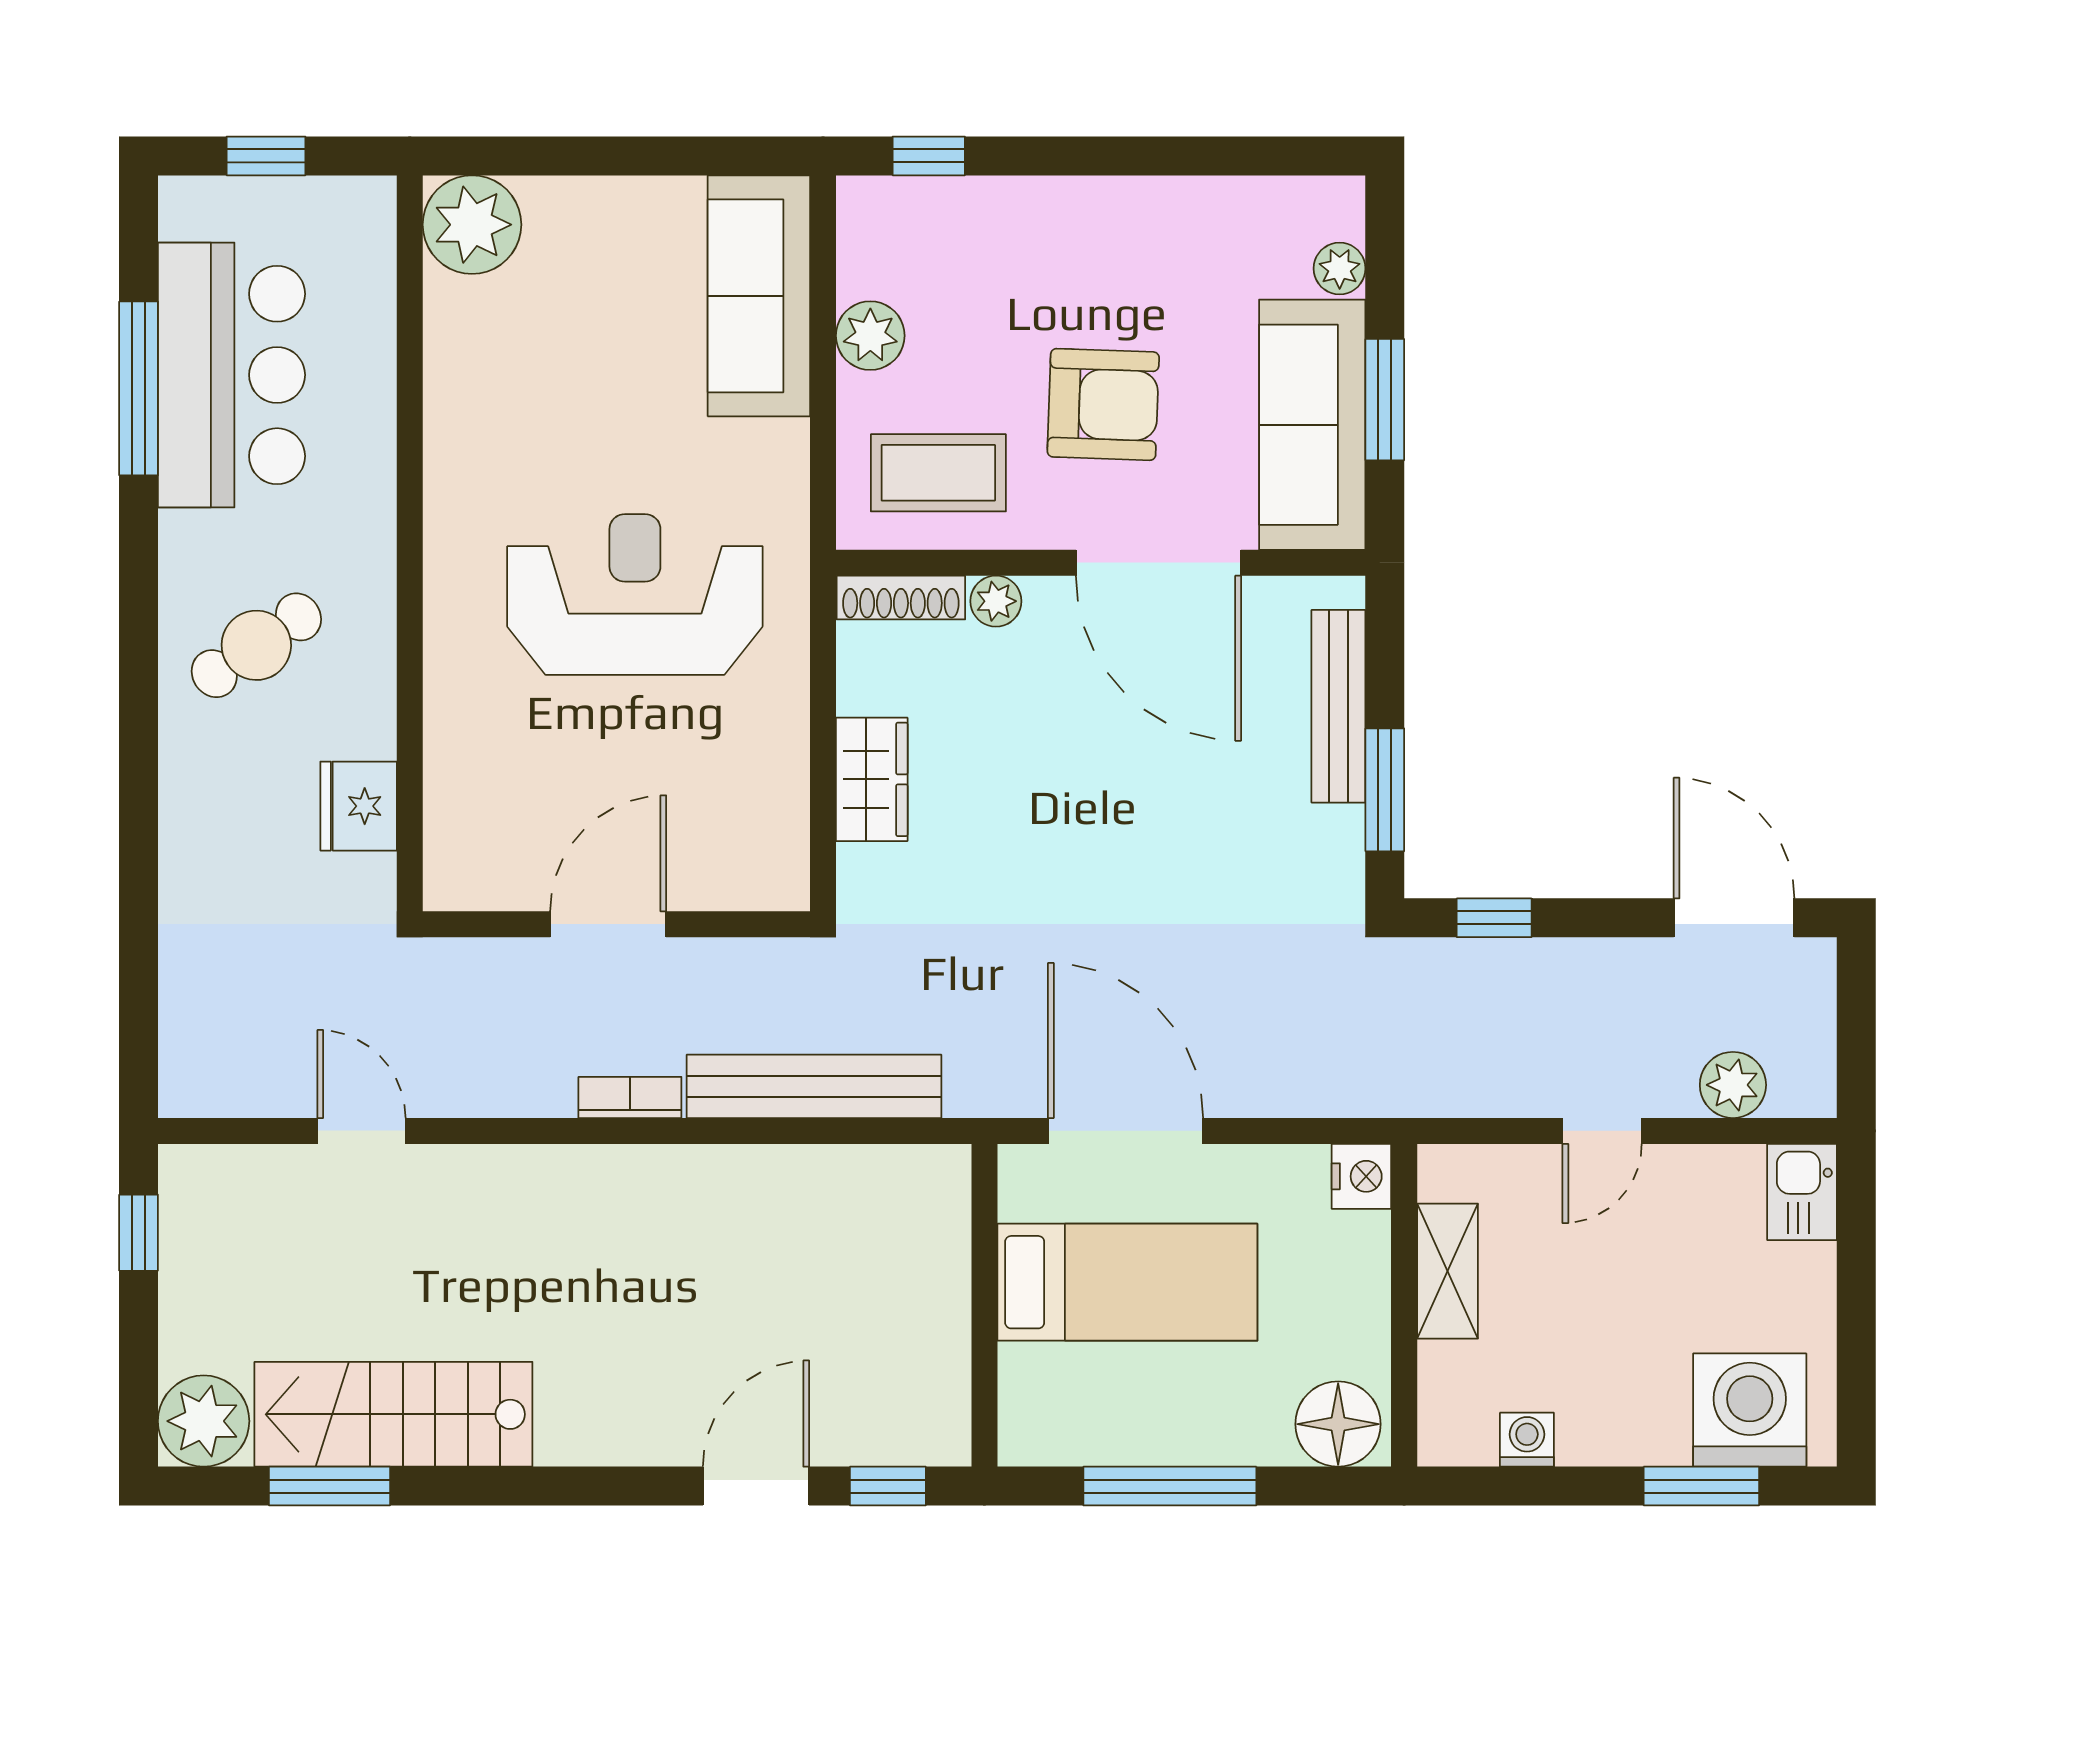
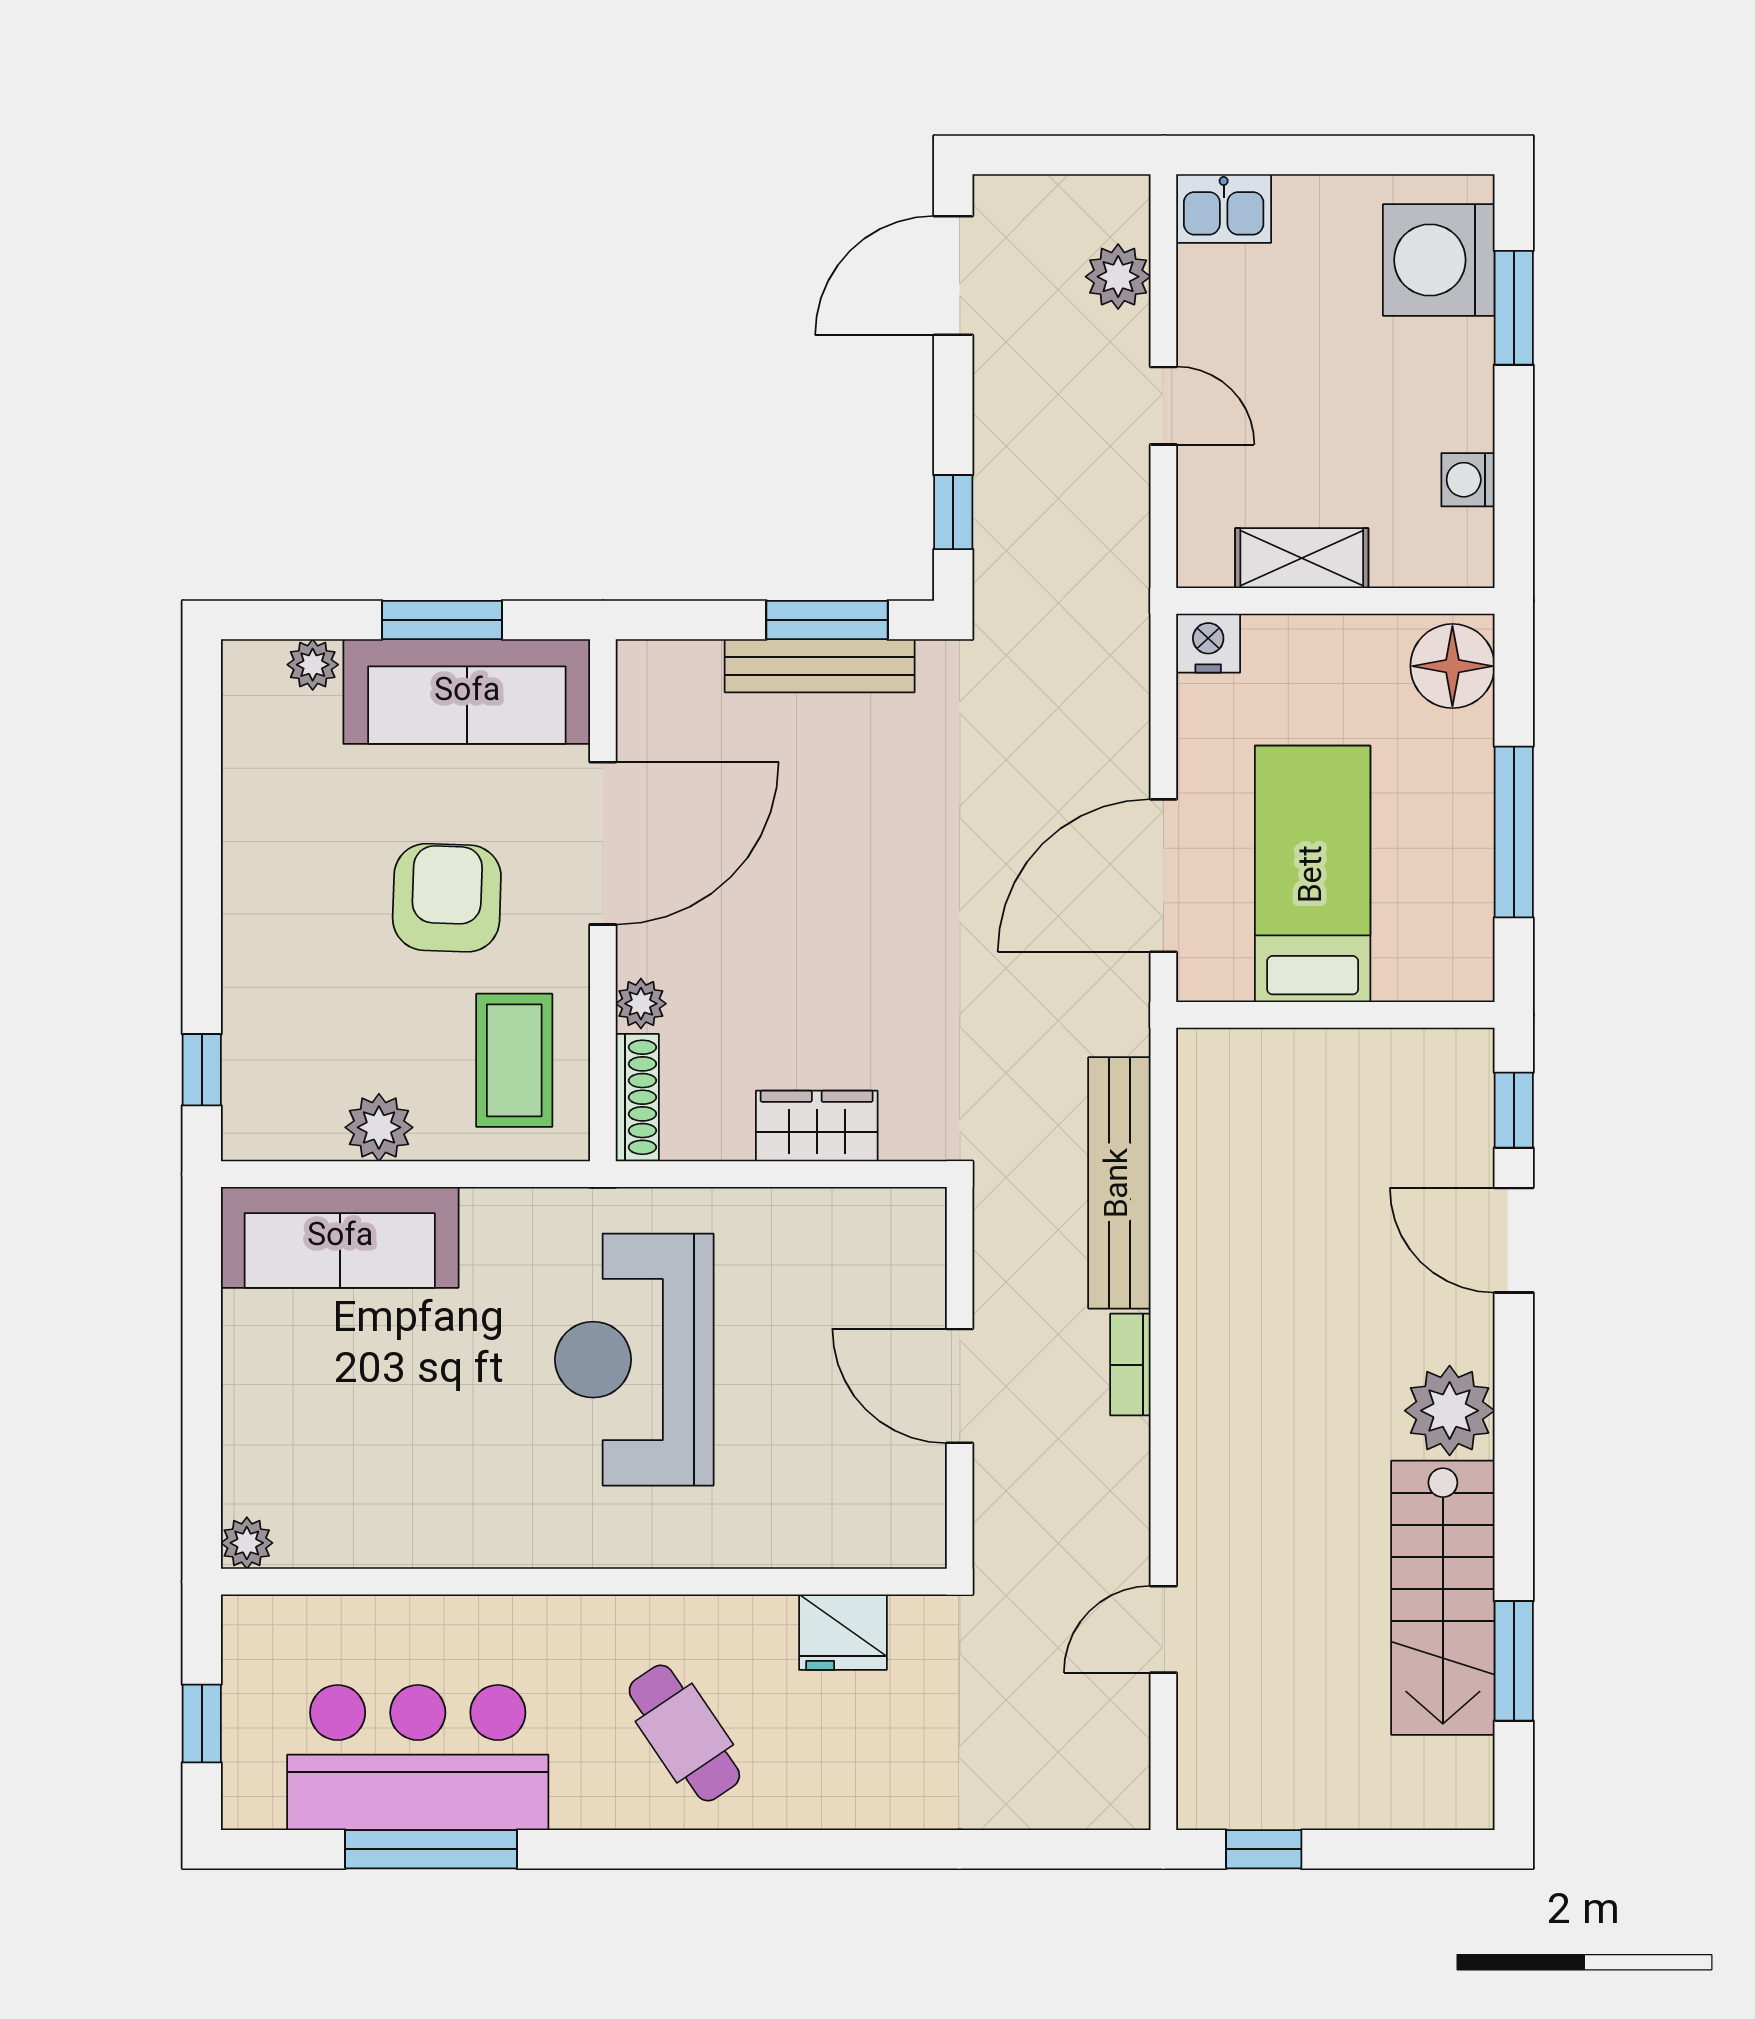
plant: (472, 225) -> (247, 1543), width x0.53, depth x0.53
bench: (1338, 706) -> (820, 666), moved
plant: (204, 1421) -> (1450, 1411), moved

